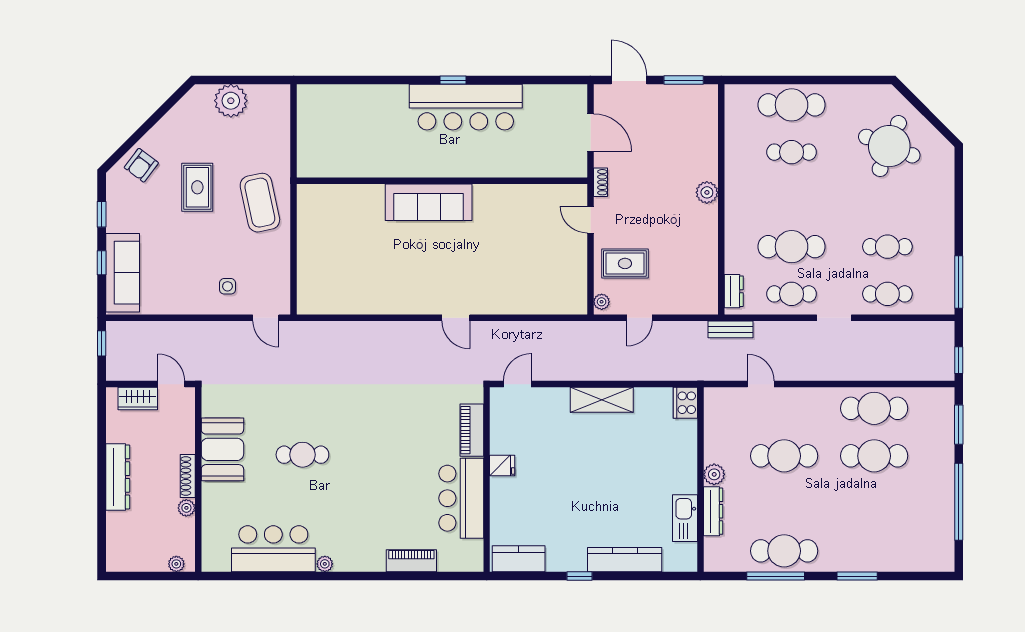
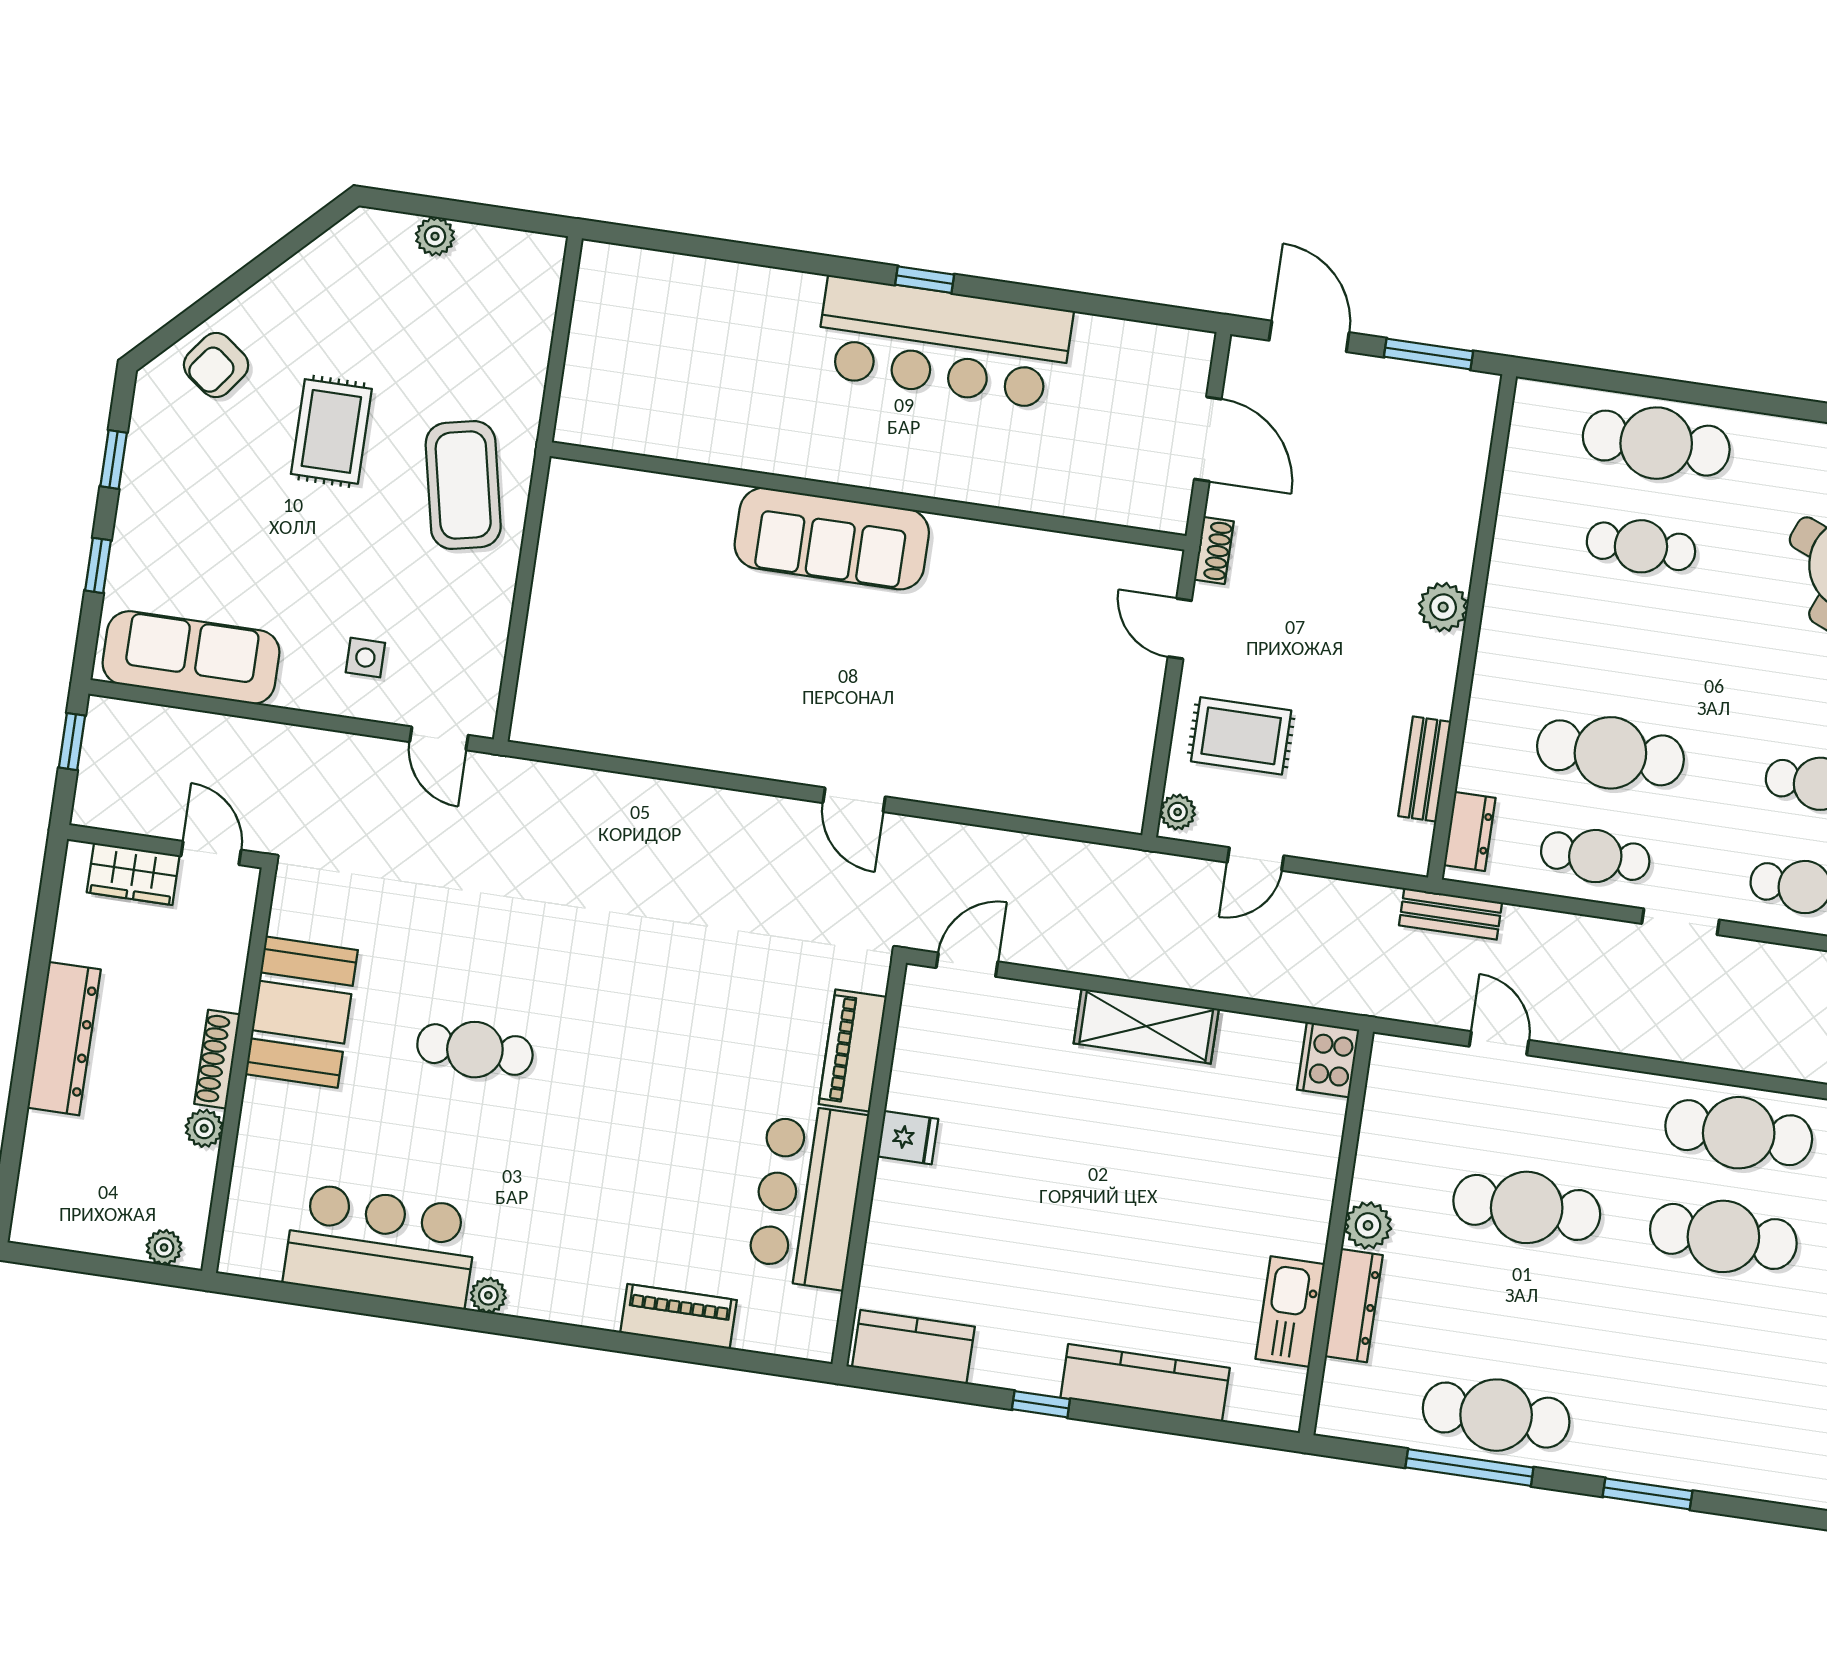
plant: (231, 101) -> (435, 236), width x0.53, depth x0.53
bench: (709, 266) -> (1425, 769), added
sofa: (123, 273) -> (191, 658), moved, turned -90

